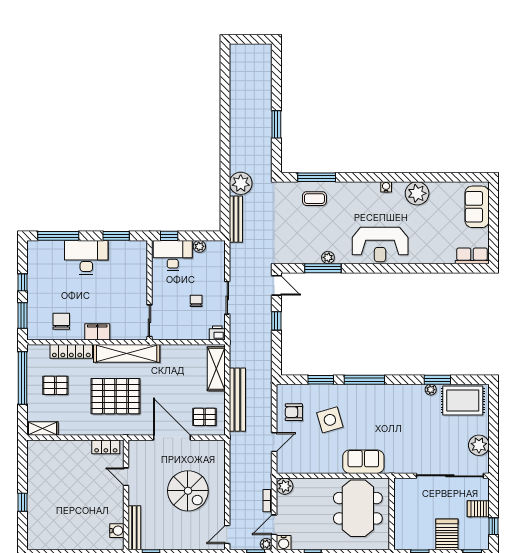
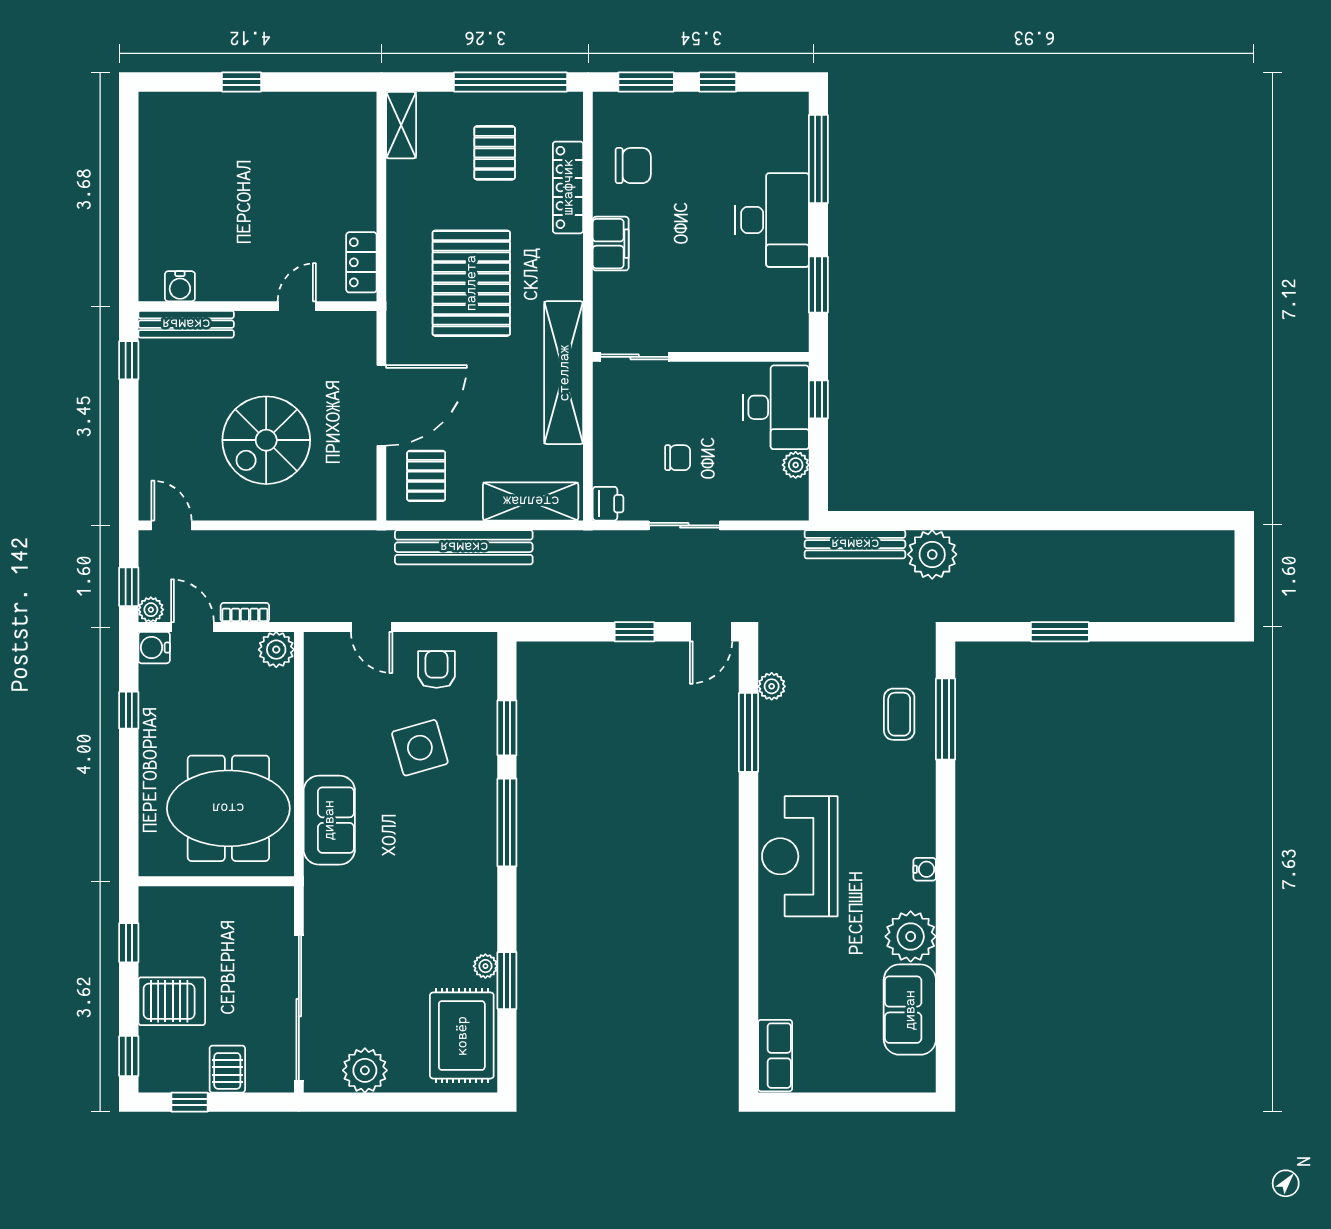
sofa: (477, 207) -> (910, 1010), moved, turned -90
plant: (328, 257) -> (772, 686), moved
shelving: (127, 353) -> (564, 373), moved

